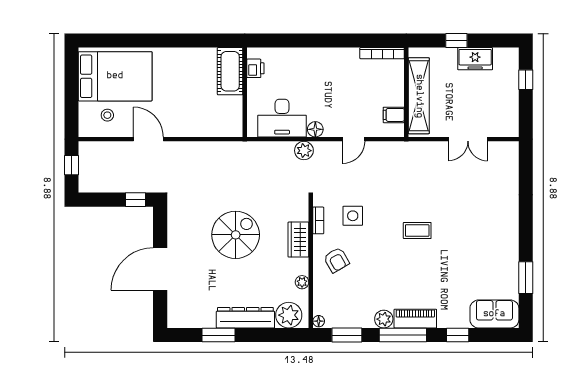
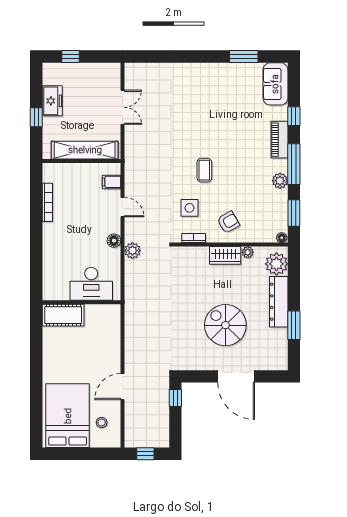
bookcase: (382, 53) -> (47, 202), moved
printer: (255, 68) -> (61, 293), removed
filing cabinet: (394, 115) -> (112, 182), moved, turned 90
desk: (282, 118) -> (91, 284), moved, turned 90
coffee table: (417, 231) -> (204, 170), moved
spiral stairs: (236, 235) -> (225, 325), moved
wardrobe: (298, 240) -> (225, 255), moved
piano: (415, 319) -> (280, 140), moved

